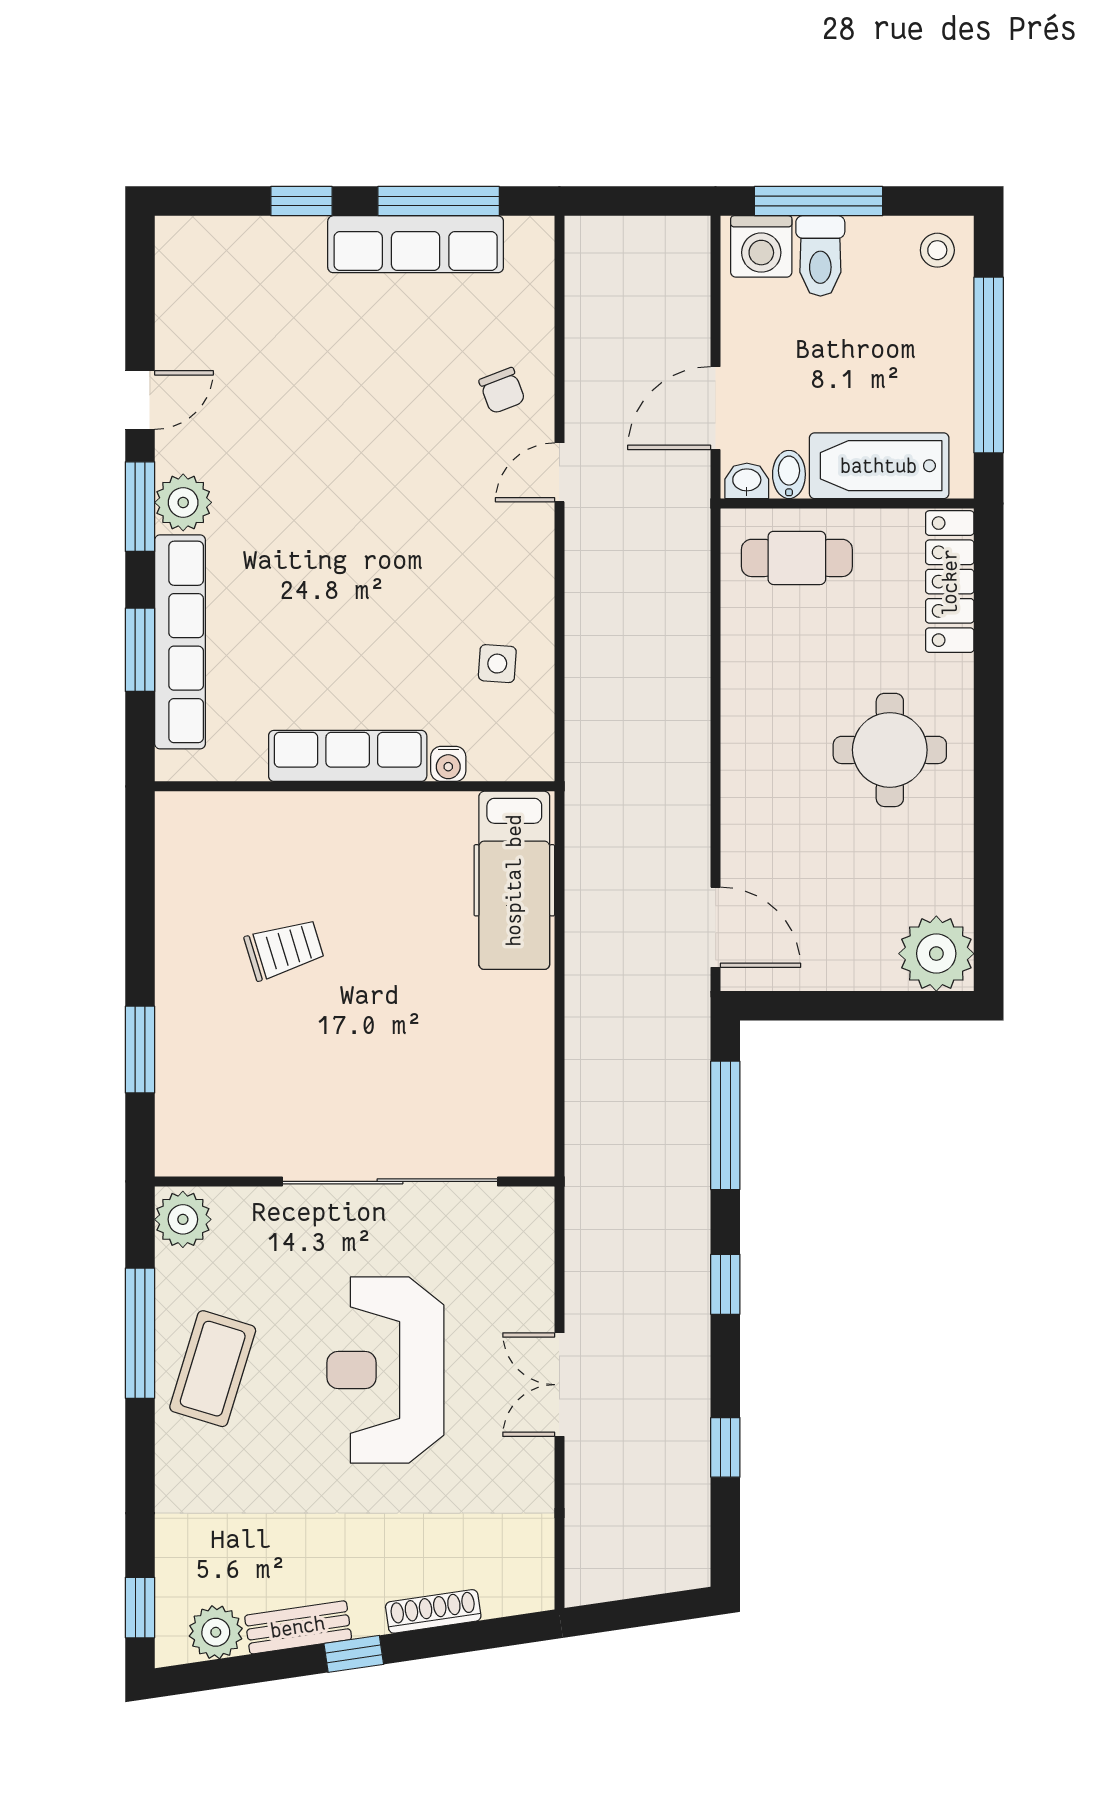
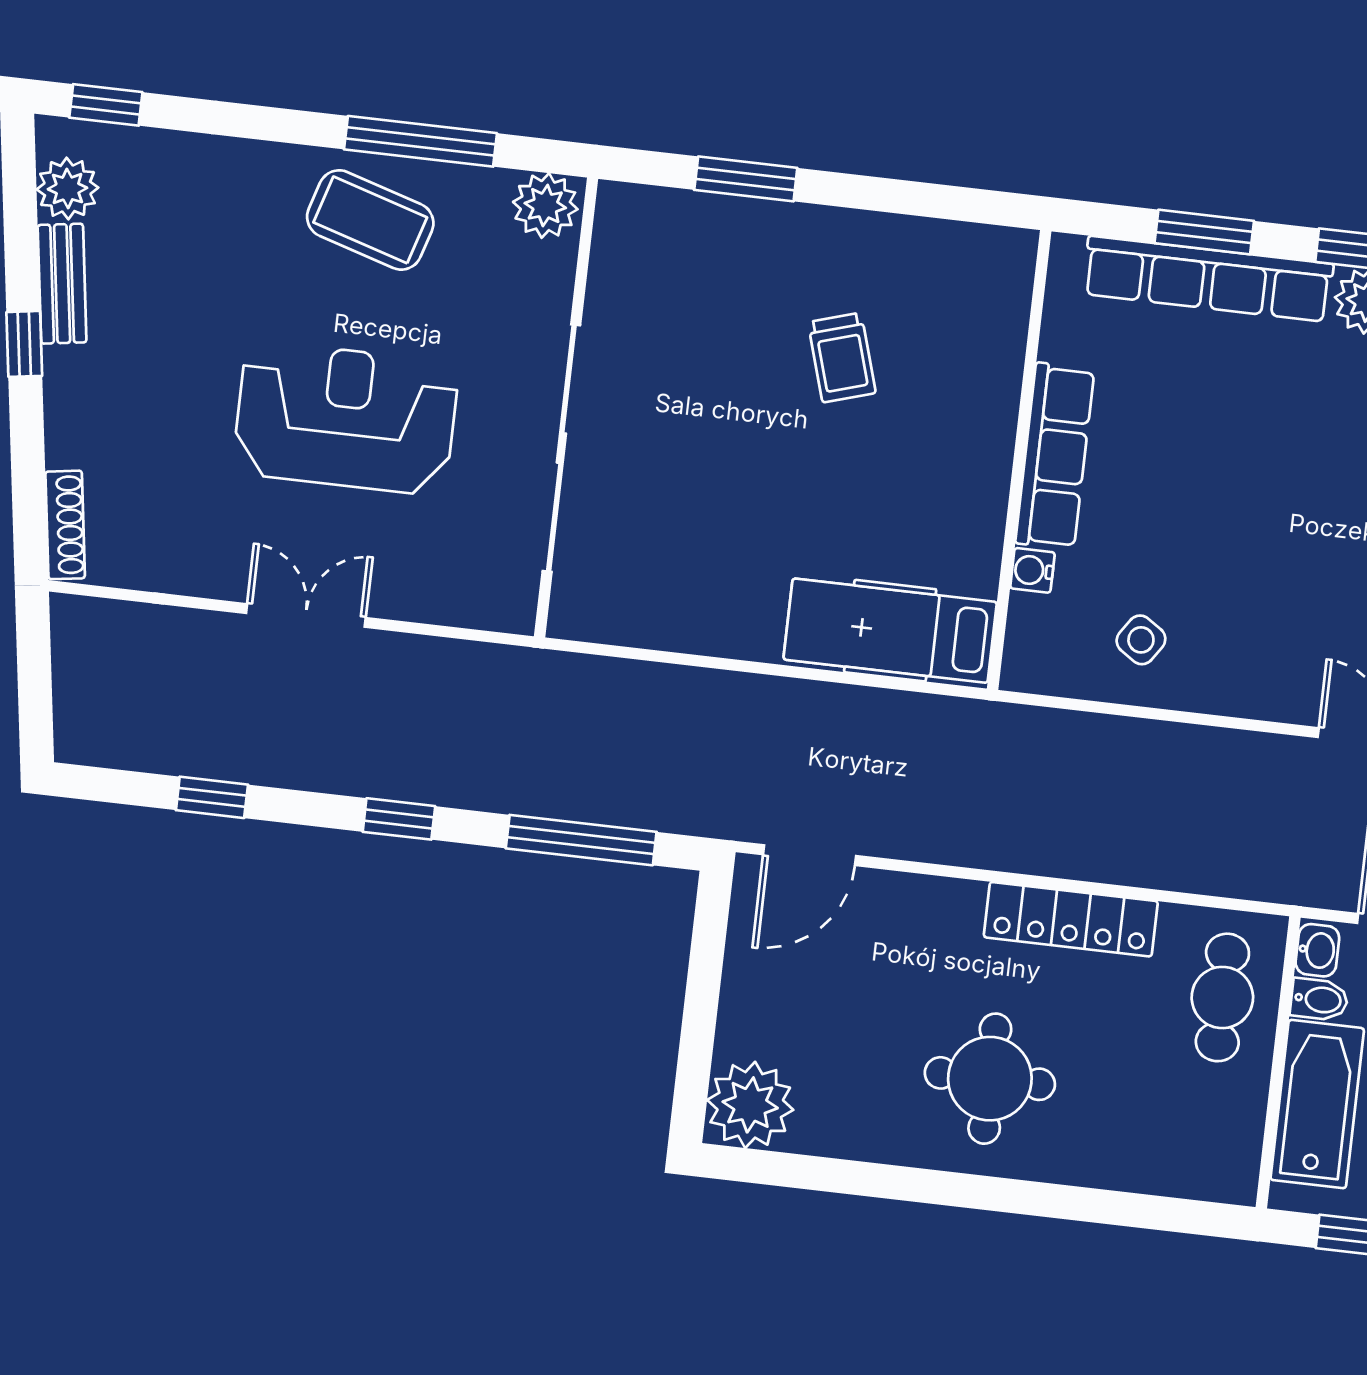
locker: (950, 582) -> (1071, 919), moved, turned 180
side table: (497, 664) -> (1141, 640), turned 30
shoe rack: (433, 1611) -> (65, 525), moved

